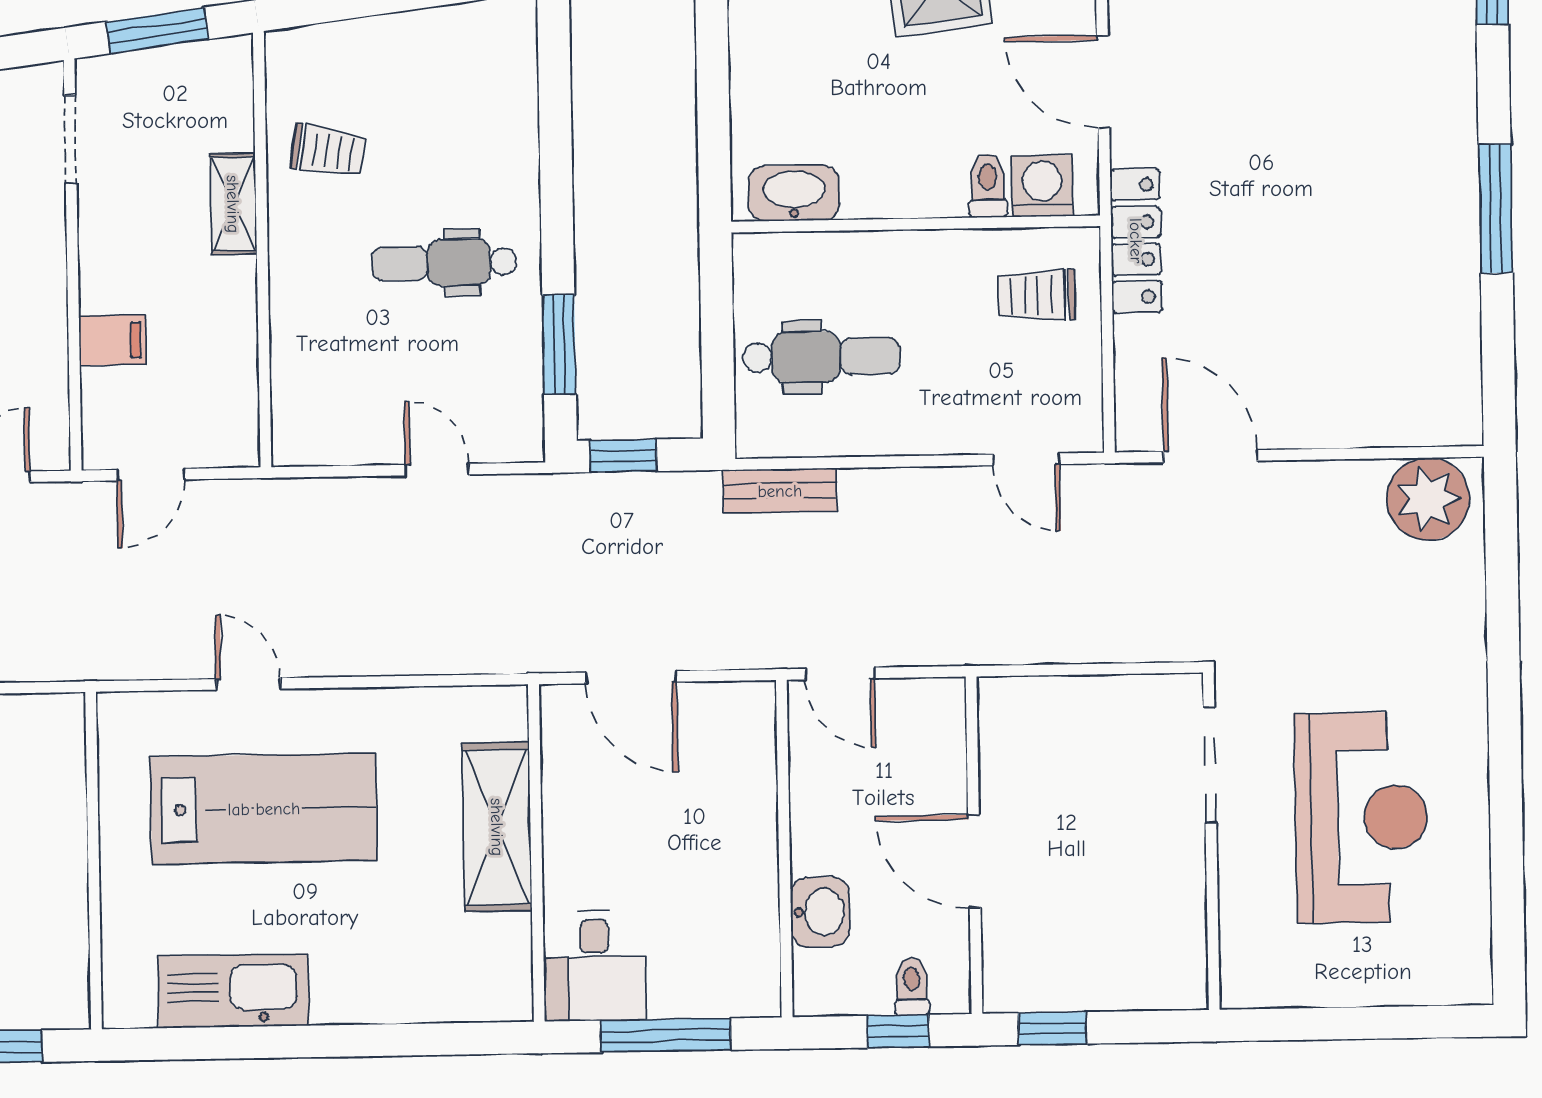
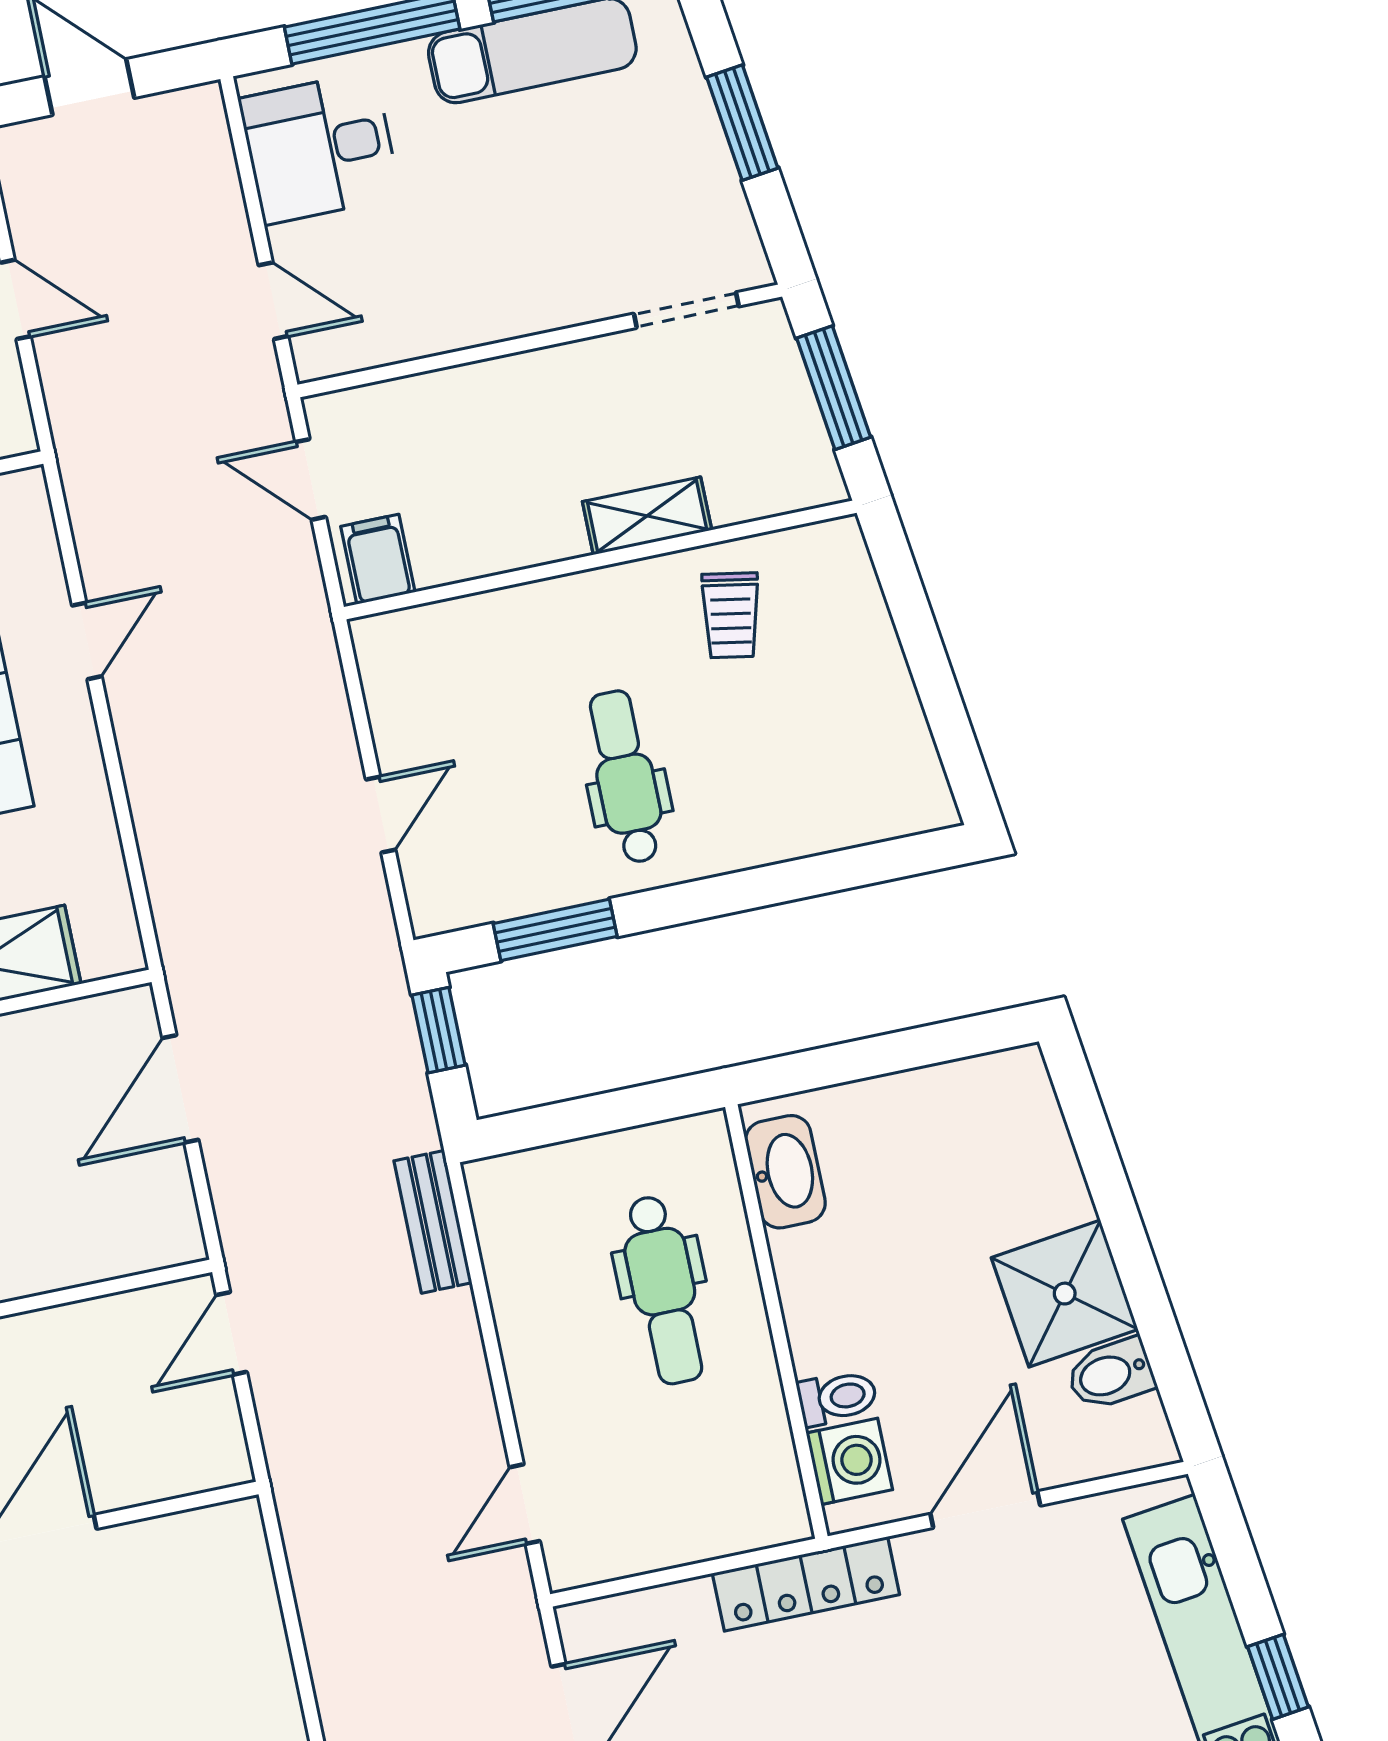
trolley: (1036, 295) -> (720, 1479), removed
filing cabinet: (112, 340) -> (378, 559), moved, turned 180
dental chair: (822, 357) -> (664, 1290), moved

